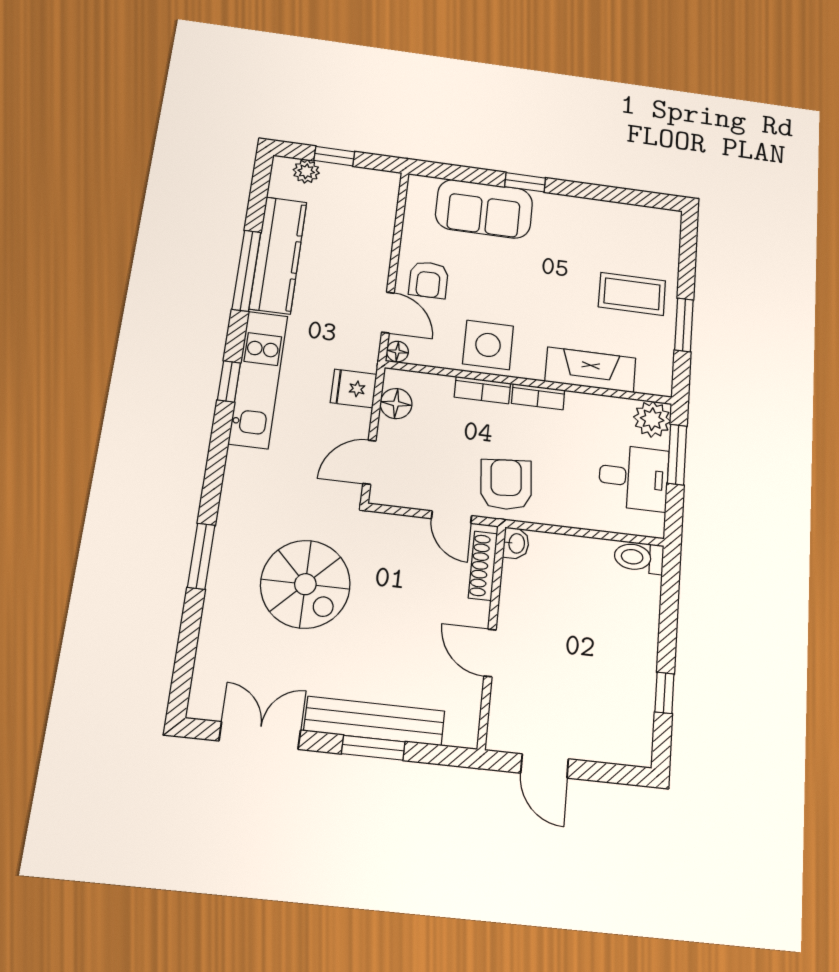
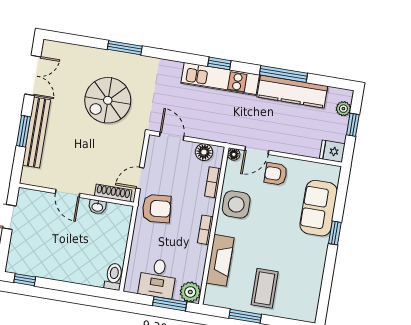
fridge: (354, 388) -> (332, 151), moved, turned -90
bookcase: (482, 390) -> (213, 182), moved
washbasin: (516, 543) -> (97, 207), moved
door: (490, 653) -> (67, 193), swing flipped
window: (664, 693) -> (25, 280), moved

